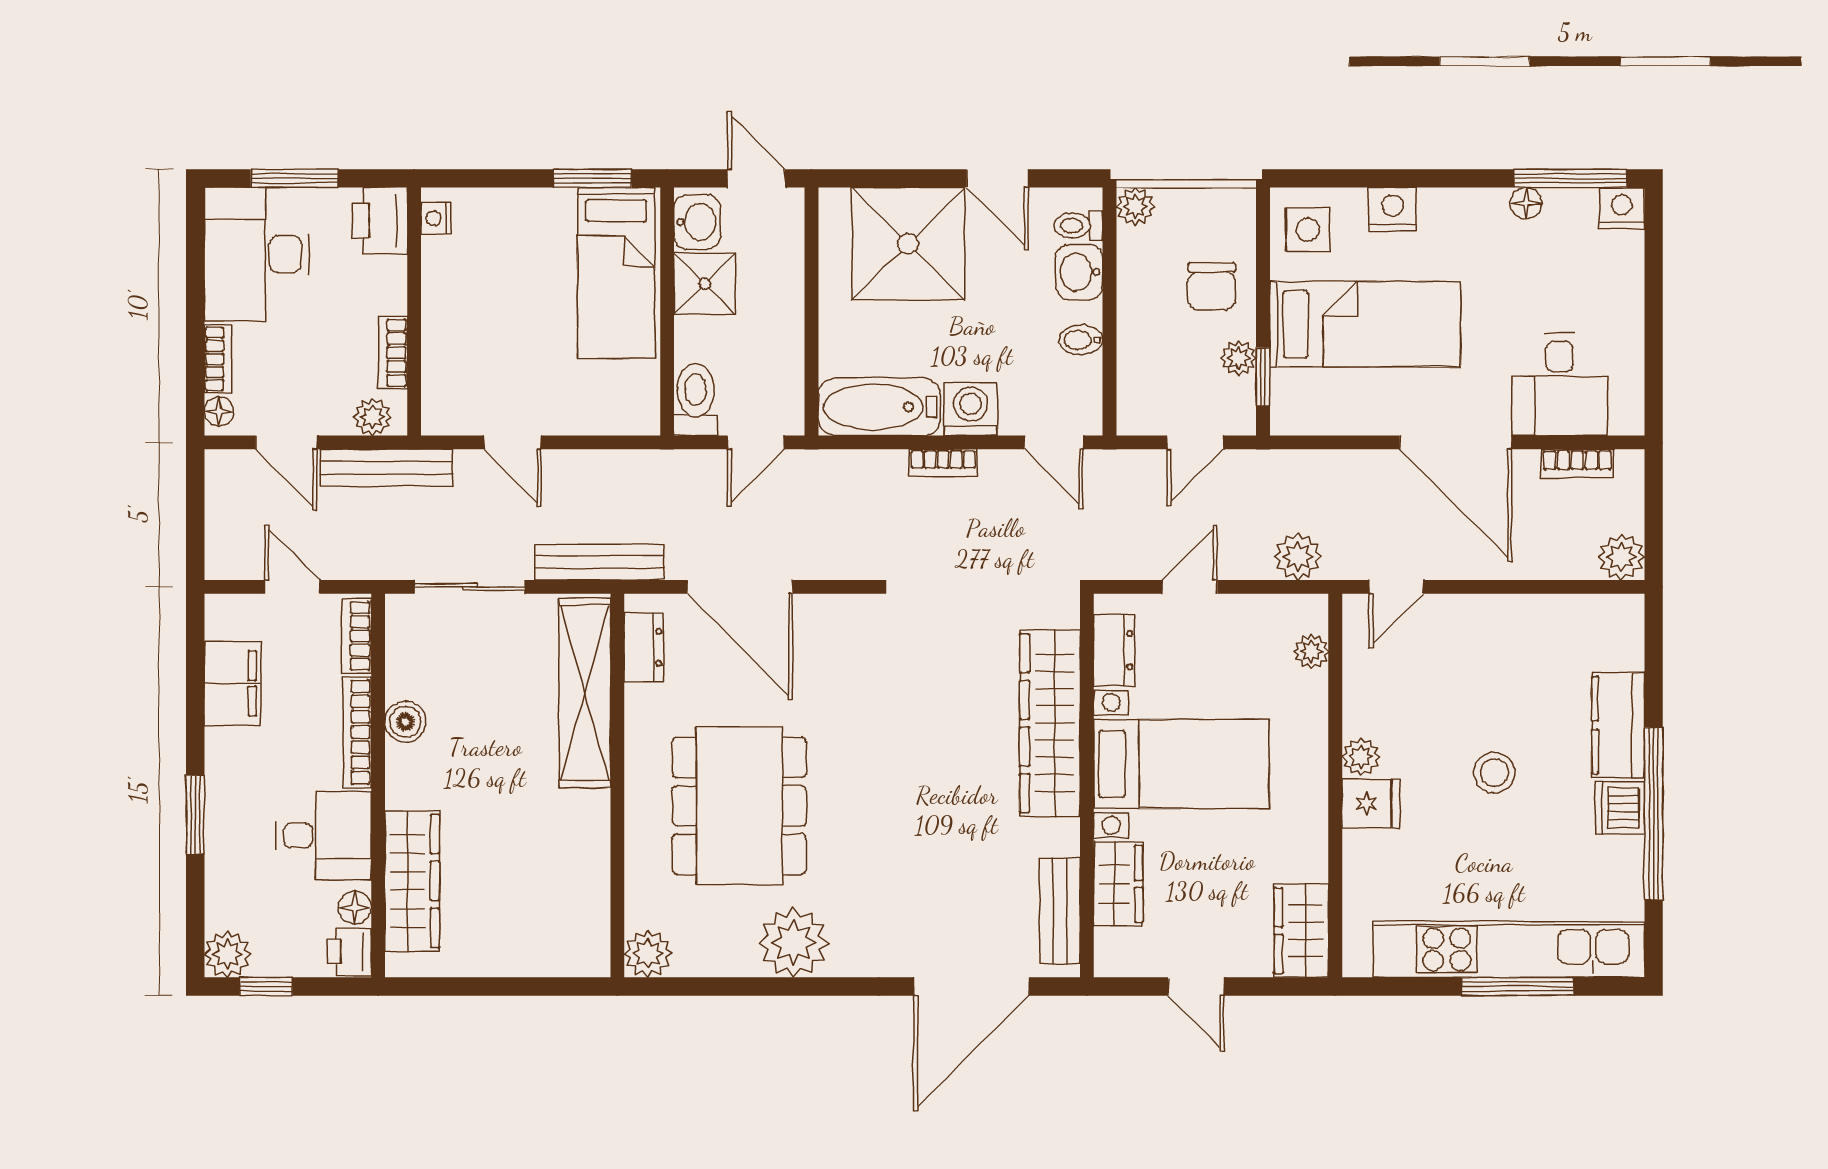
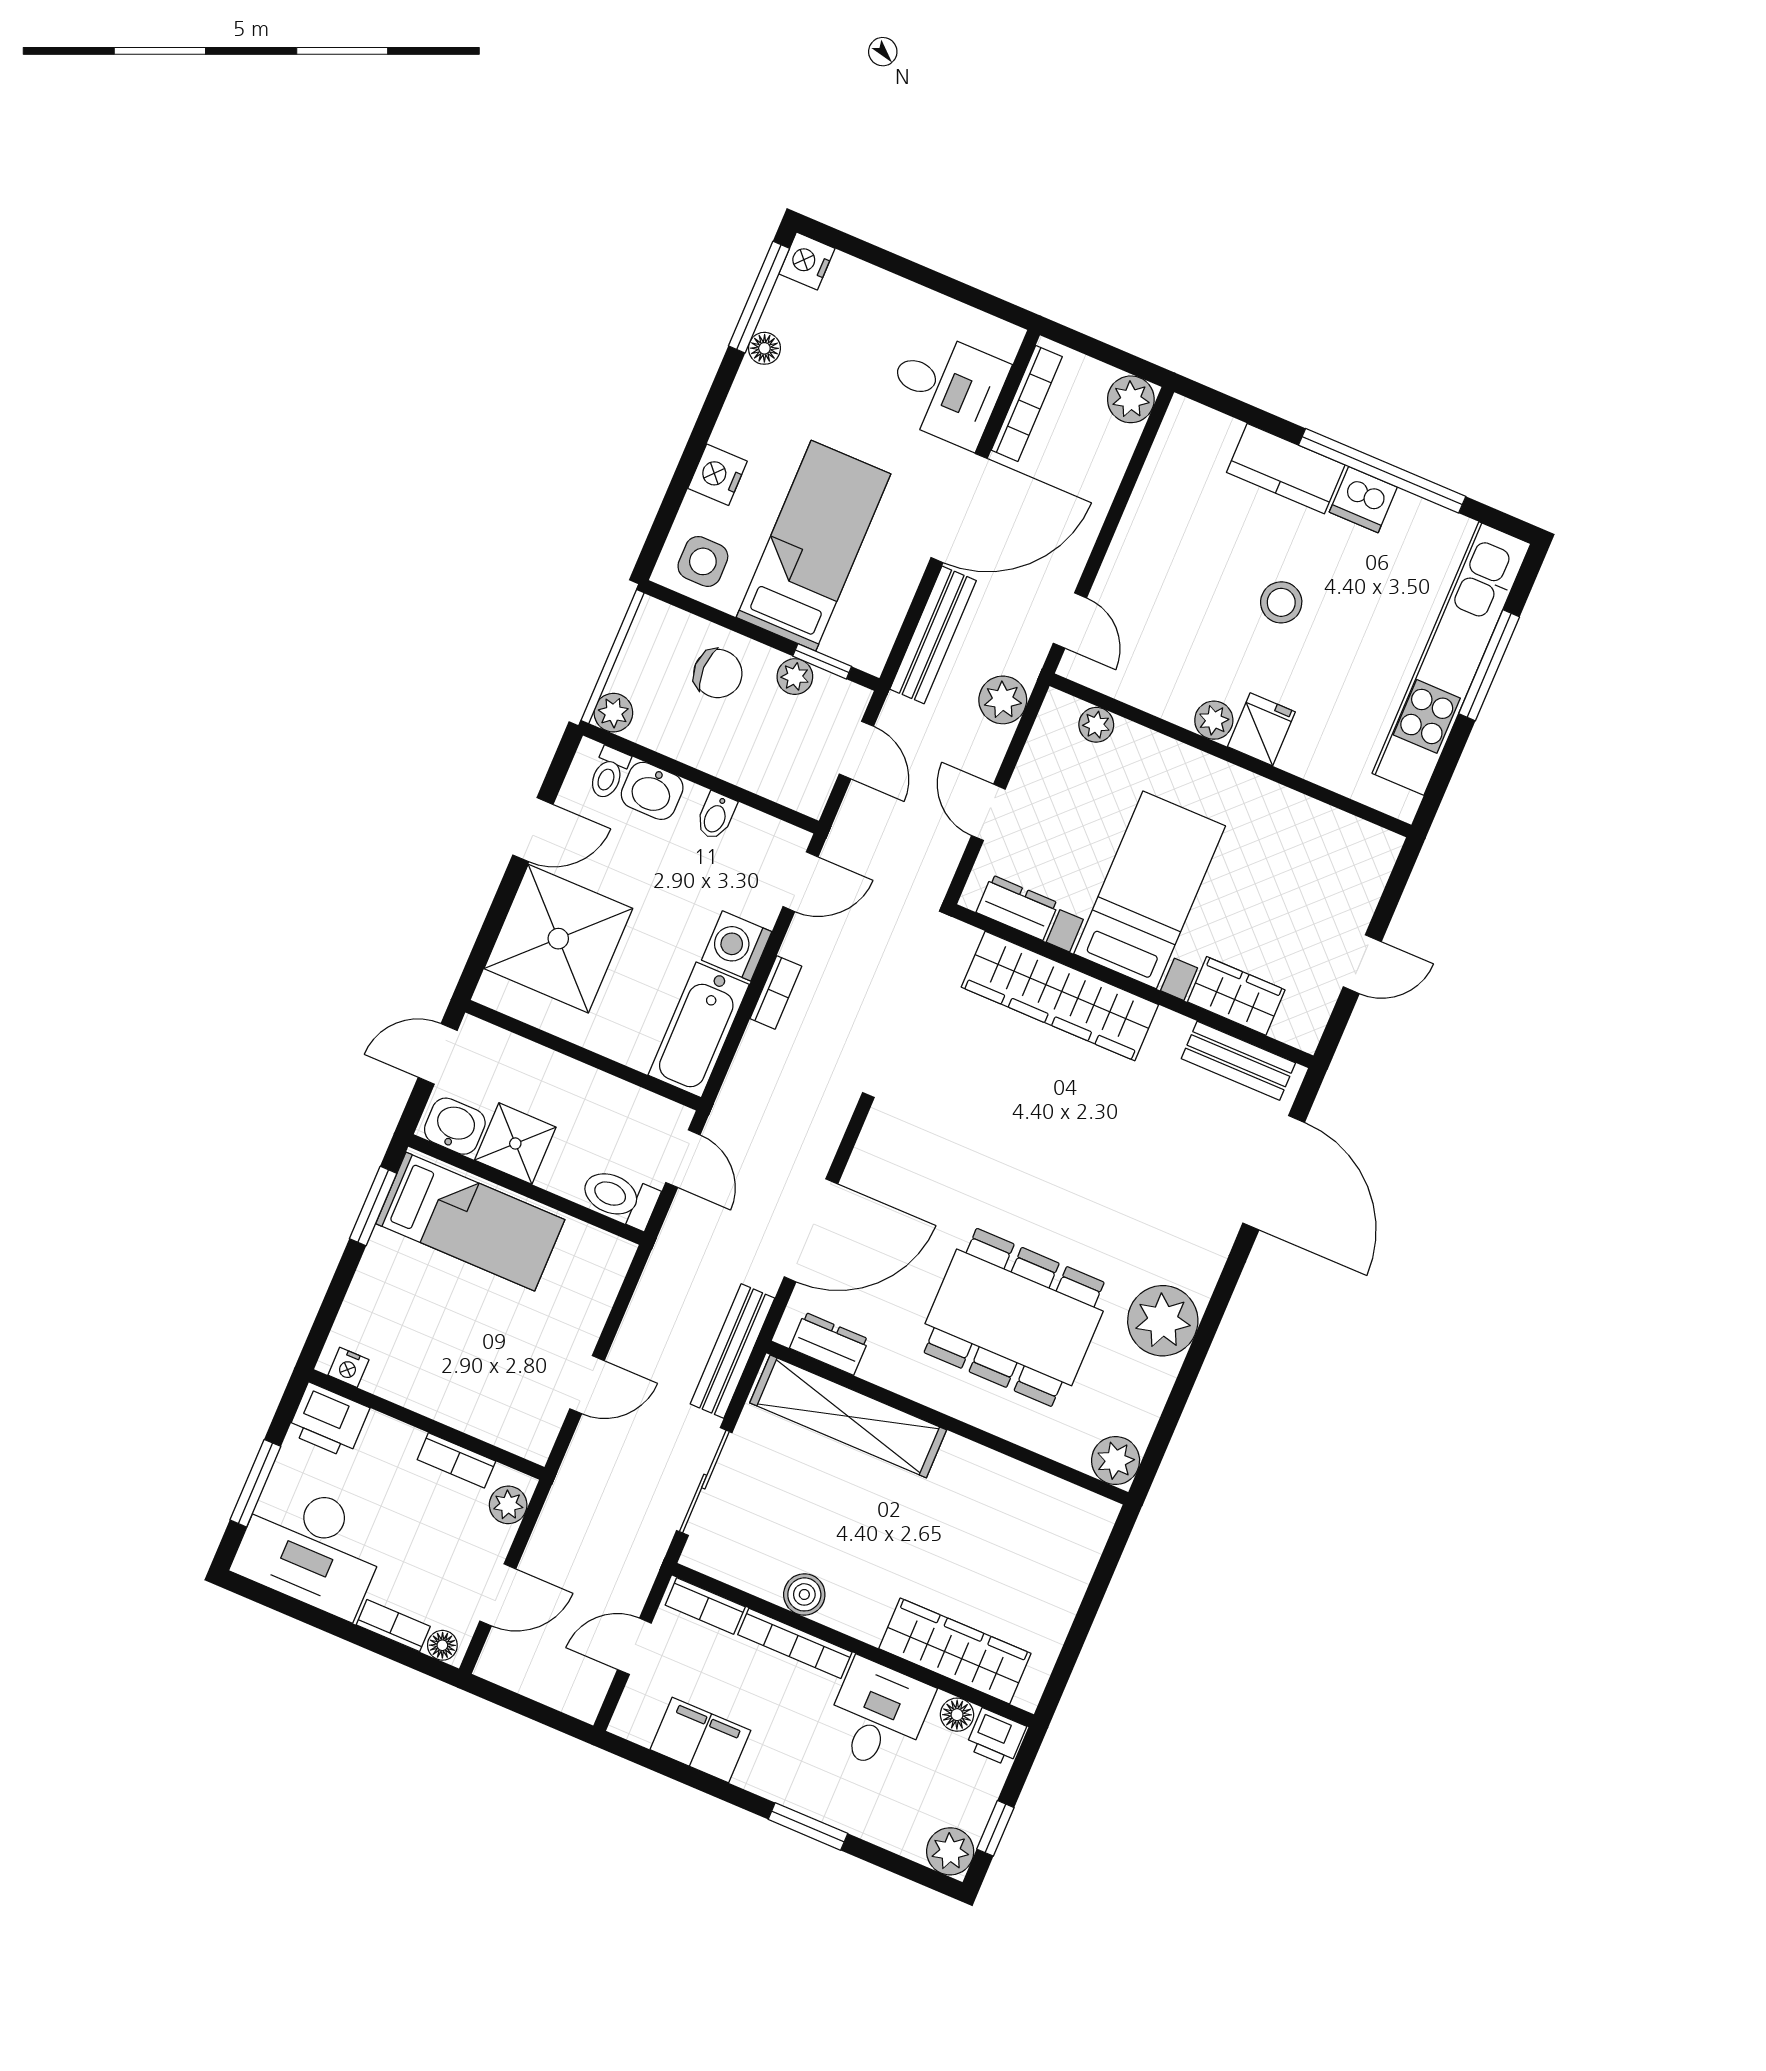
bookcase: (1577, 464) -> (1027, 403), width x1.56
bench: (386, 468) -> (933, 635), moved
wardrobe: (1301, 931) -> (1352, 844), removed

